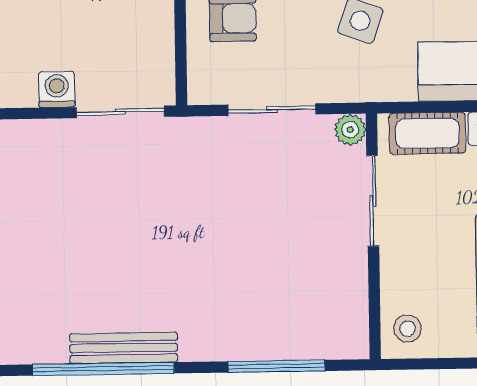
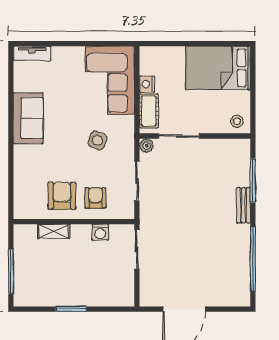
washing machine: (57, 89) -> (100, 232), moved, turned -90
bench: (124, 348) -> (243, 205), moved, width x0.73

